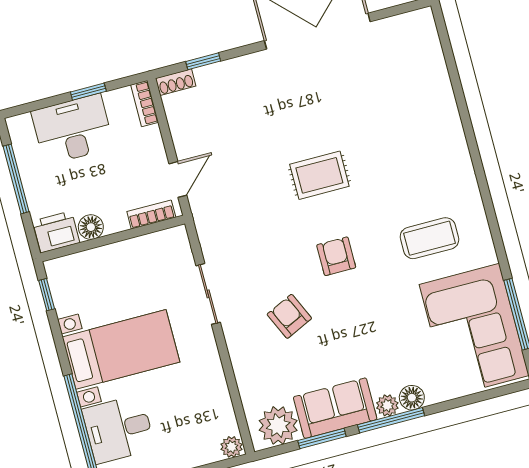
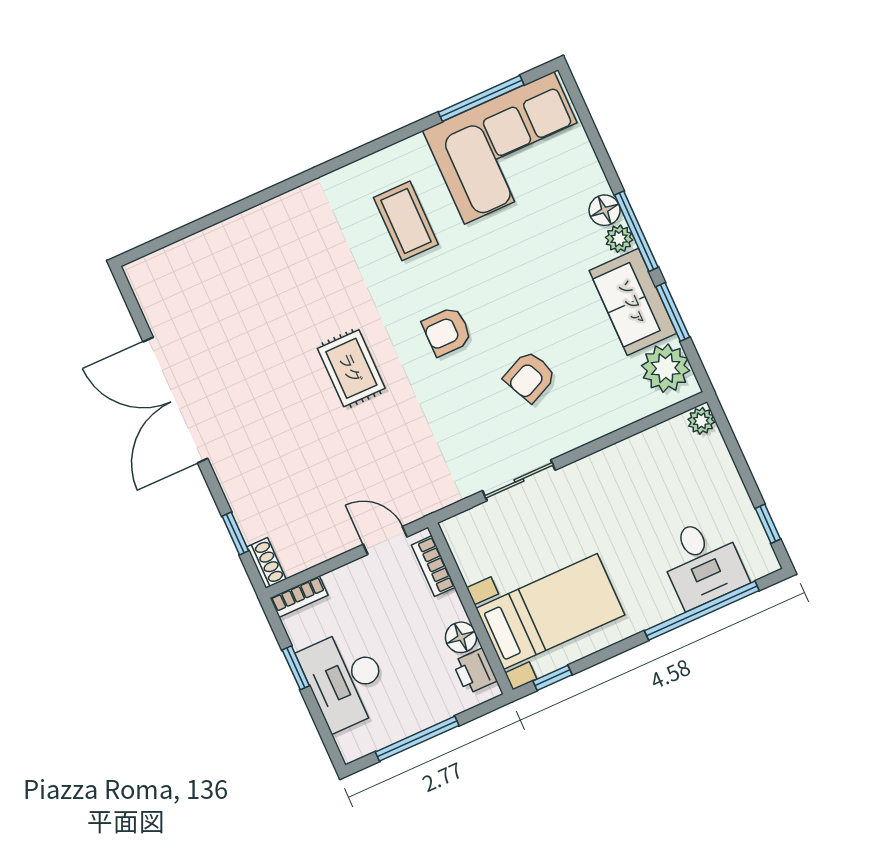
printer: (56, 232) -> (475, 671), width x0.73, depth x0.81
bed with nightstands: (121, 349) -> (550, 612), moved, turned 90

